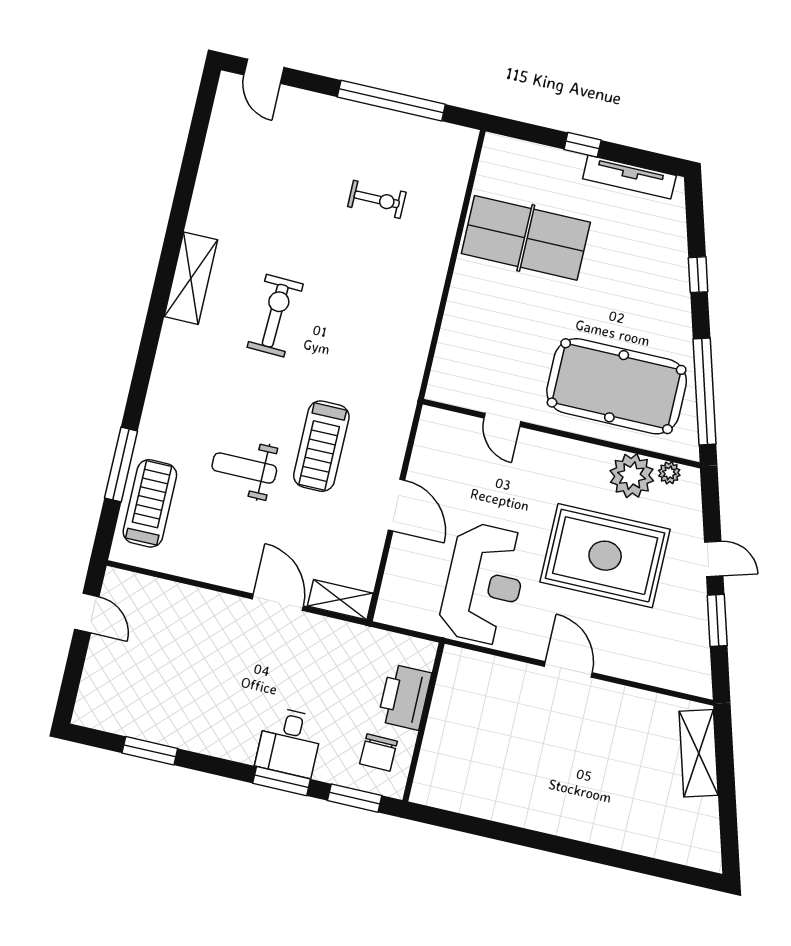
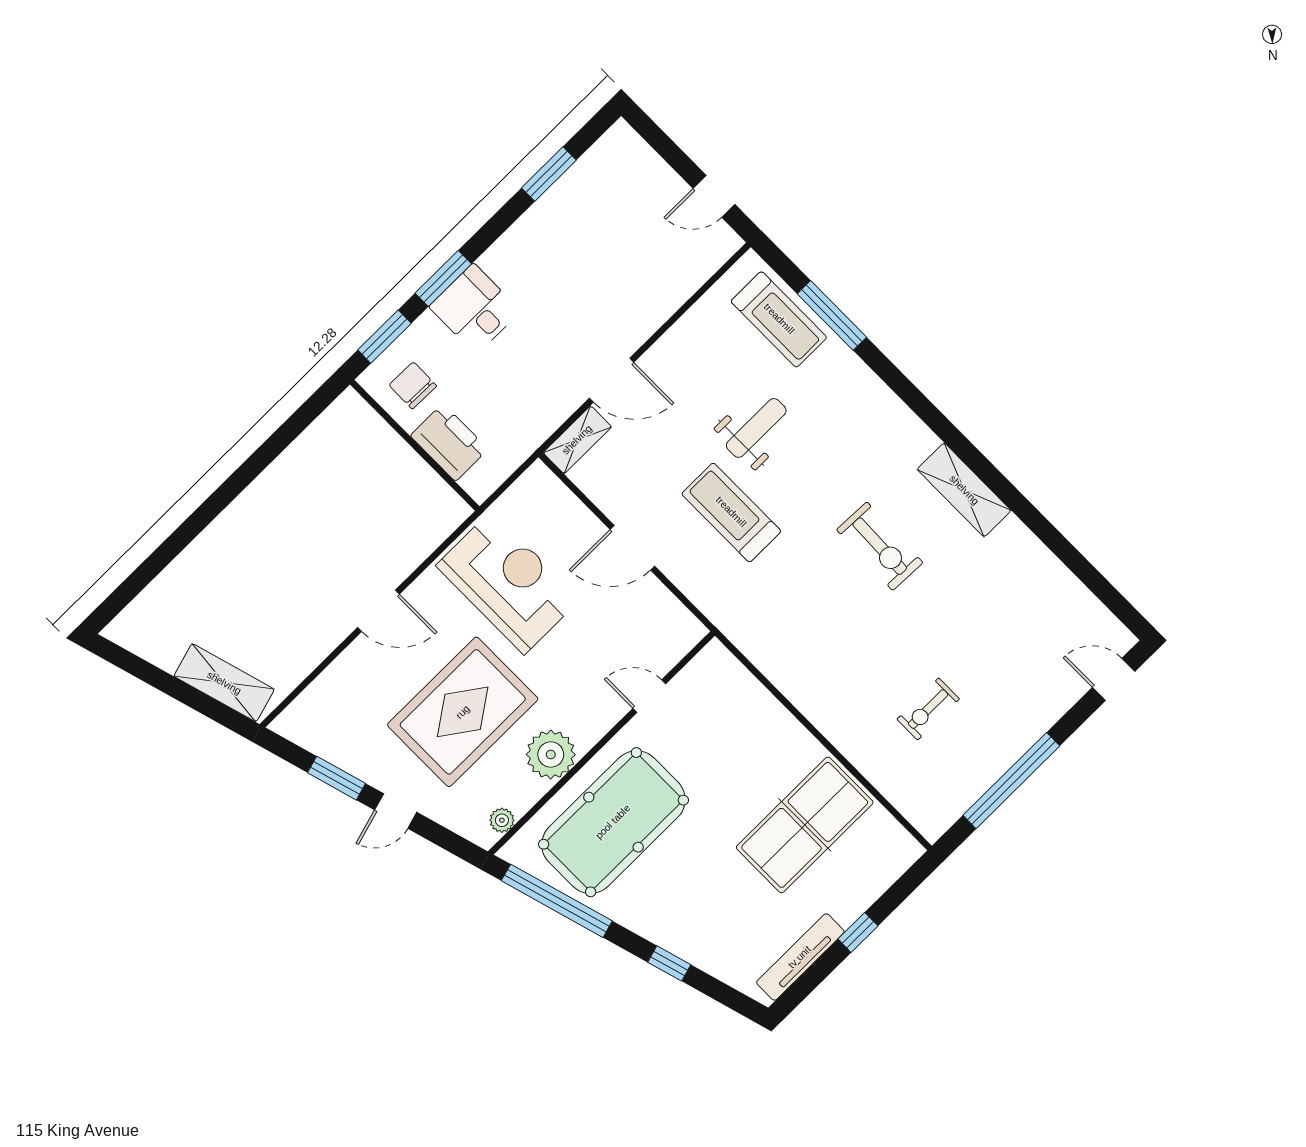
plant: (632, 476) -> (551, 754), moved
reception desk: (484, 584) -> (508, 583), turned 180

